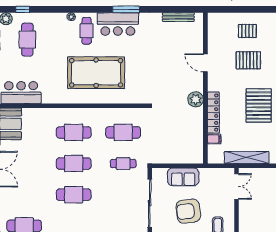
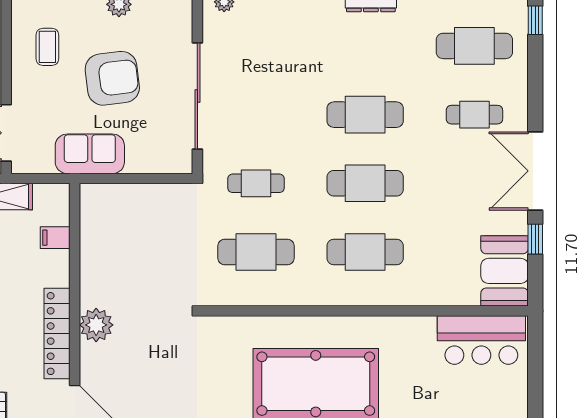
locker: (213, 113) -> (57, 334), moved
sofa: (183, 177) -> (90, 154), moved
cafe table: (24, 195) -> (474, 115), added

